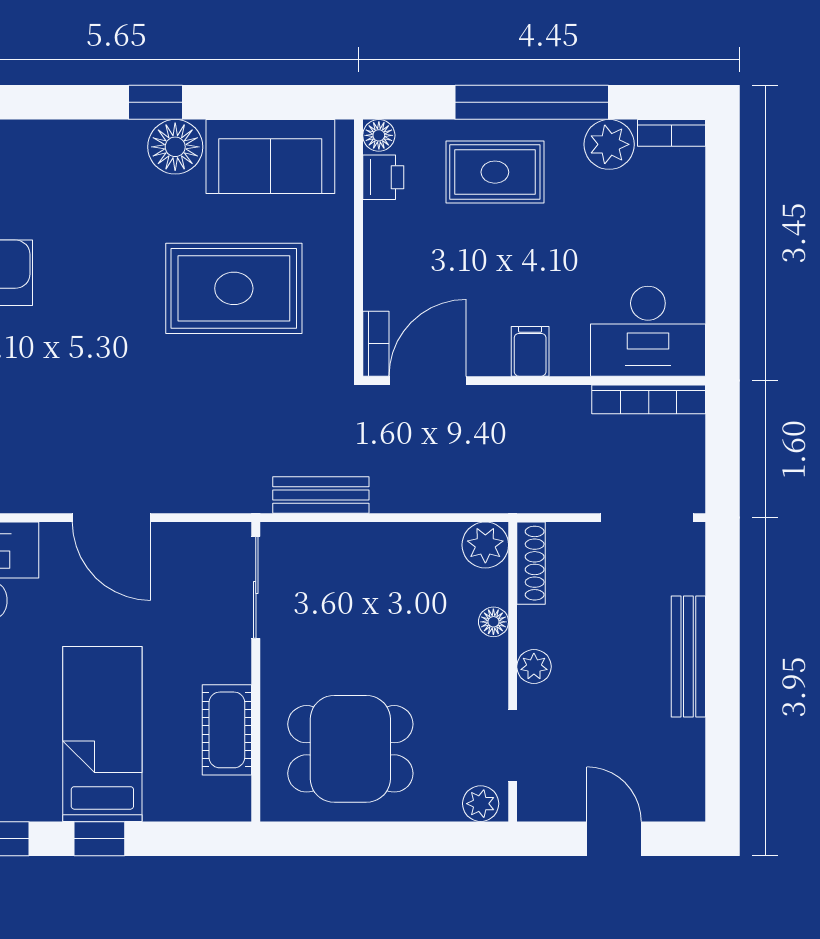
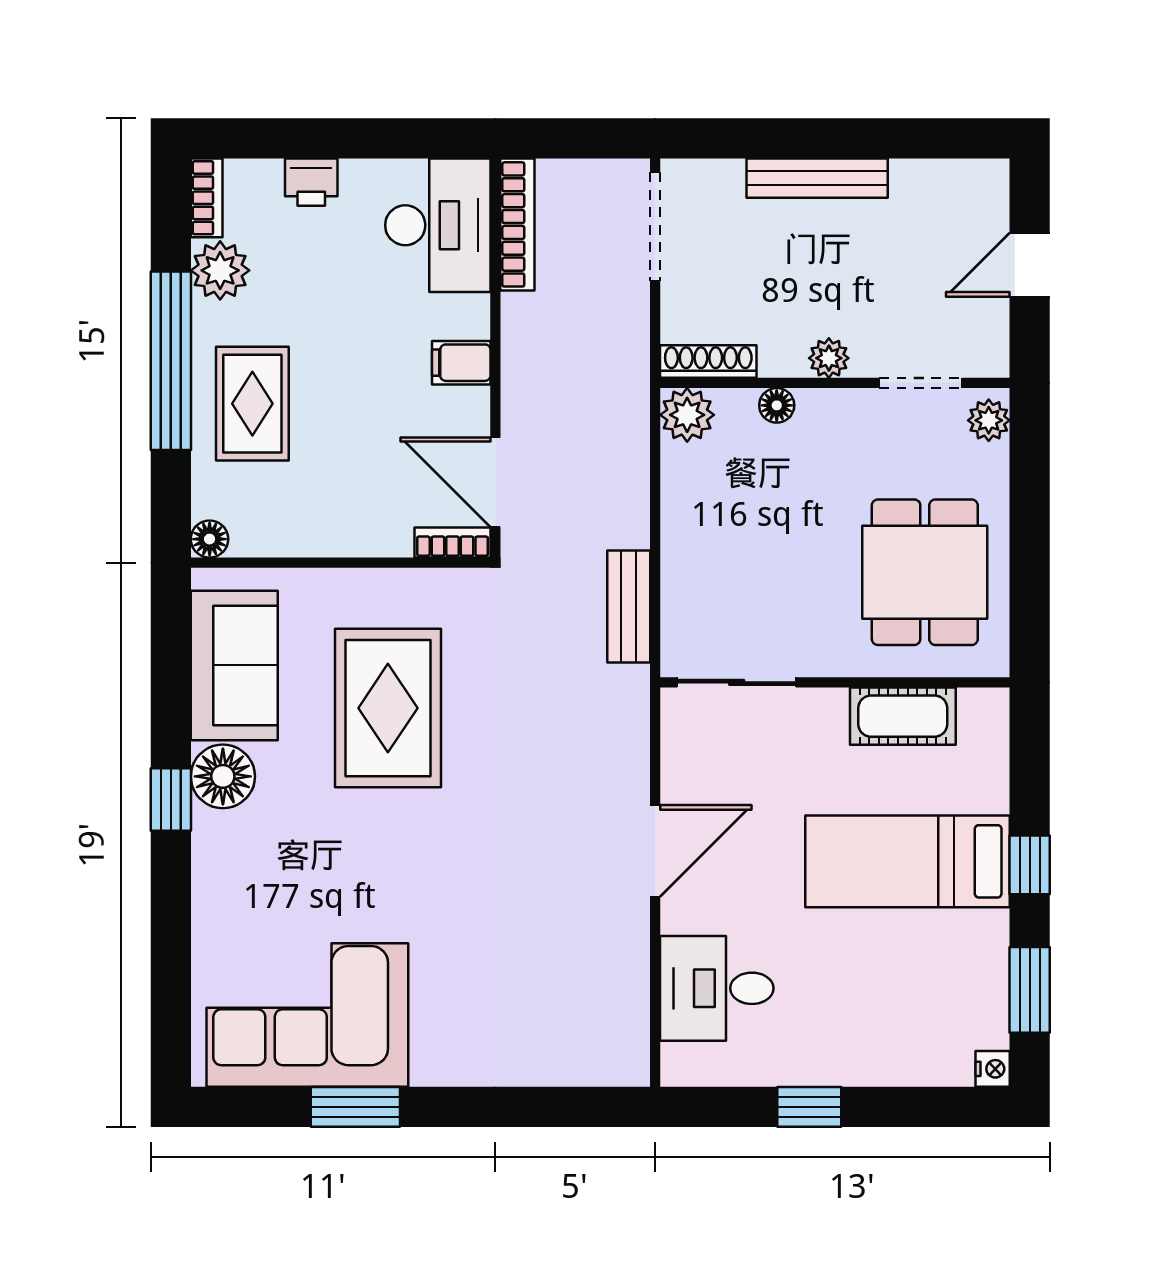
printer: (383, 177) -> (311, 182), moved, turned 180

